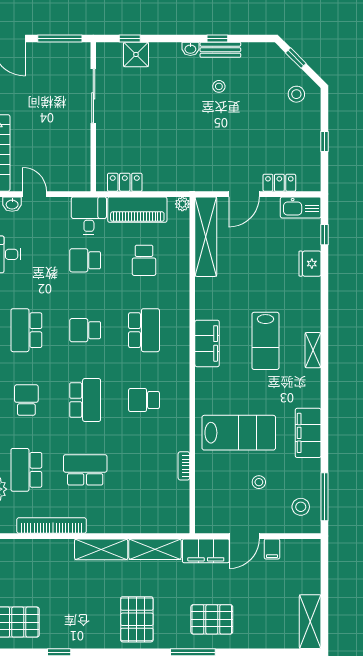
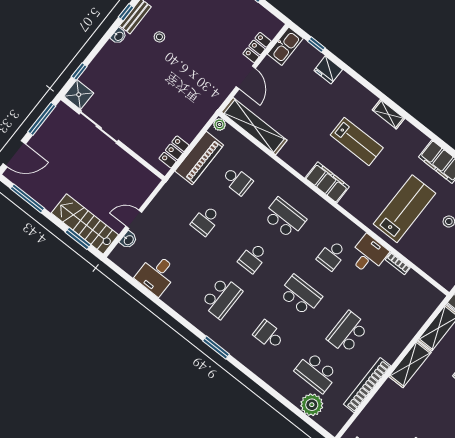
shower: (136, 54) -> (79, 95), moved
desk: (89, 216) -> (368, 255), moved, turned 90
school desk: (26, 330) -> (222, 298), turned -90

